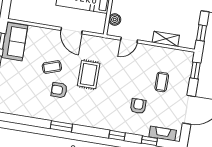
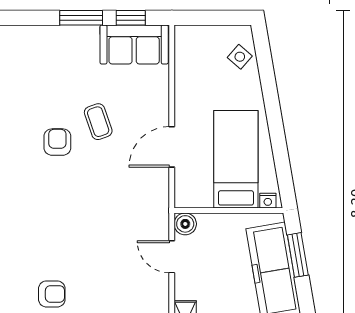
boiler: (115, 20) -> (185, 224), moved
rug: (89, 75) -> (95, 192), removed

